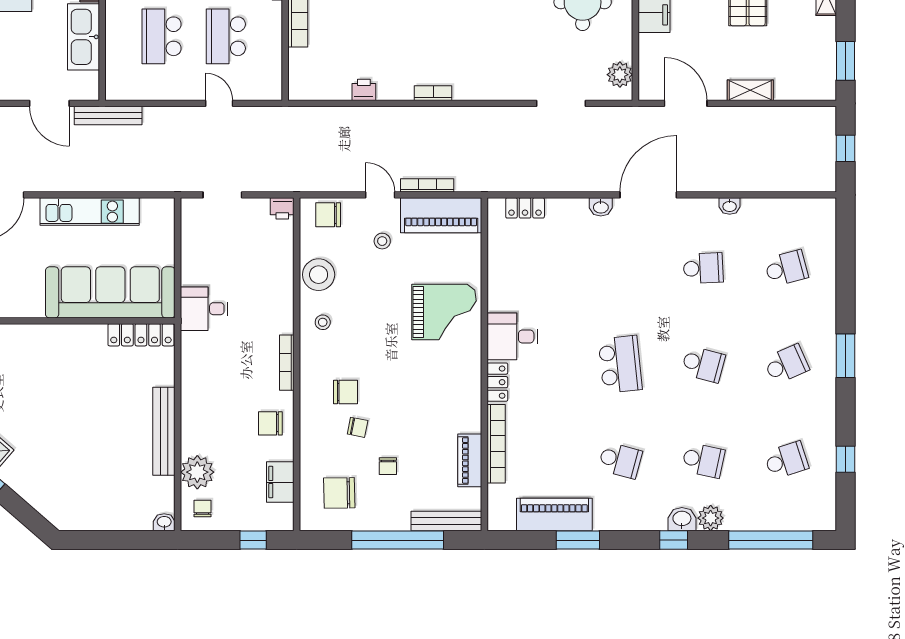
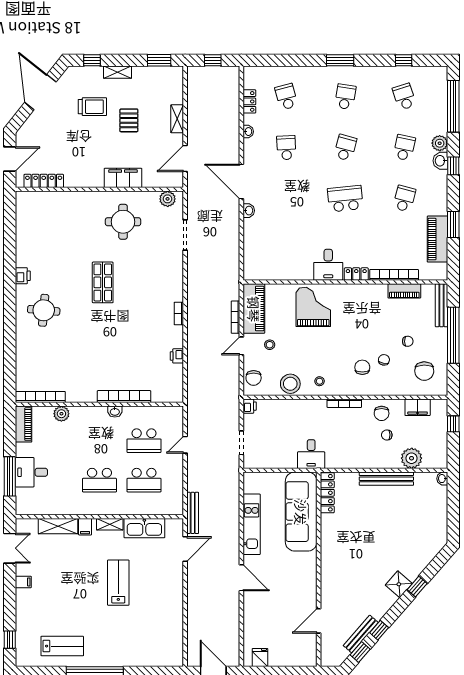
locker: (525, 208) -> (249, 101), moved
school desk: (786, 364) -> (345, 97), turned 33
chair: (203, 508) -> (387, 435), moved

